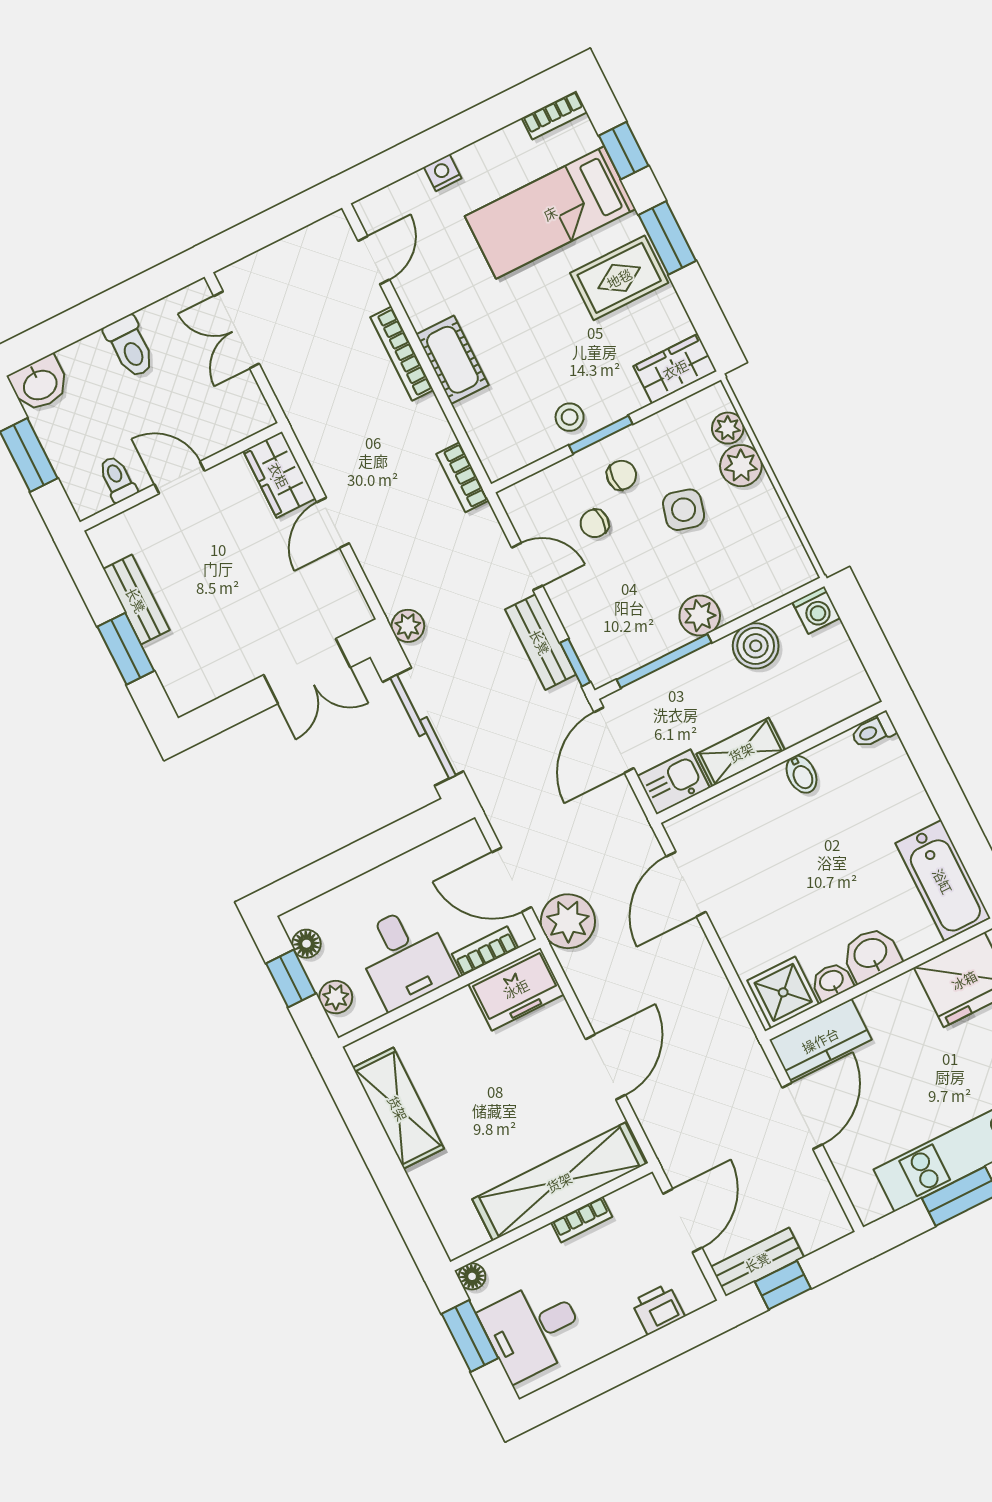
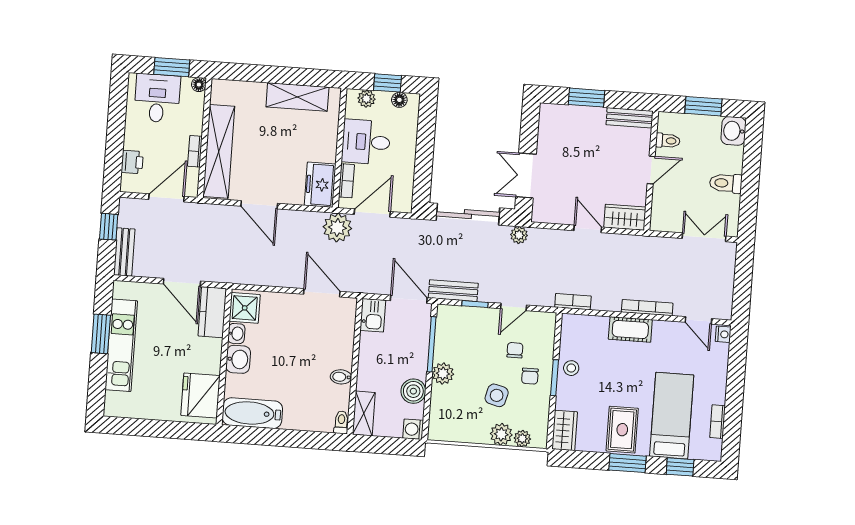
bookcase: (554, 115) -> (718, 422), moved
nightstand: (443, 173) -> (723, 334), moved
bench: (136, 600) -> (630, 118), moved
bench: (540, 642) -> (453, 291), moved
window: (575, 663) -> (475, 304), moved
shelving: (741, 752) -> (364, 413), moved
door: (682, 1221) -> (166, 198), swing flipped
bench: (757, 1262) -> (124, 252), moved

